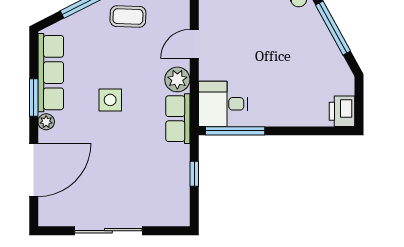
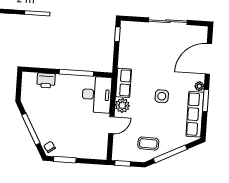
desk: (223, 104) -> (97, 95), width x1.37
printer: (342, 111) -> (46, 80), moved, turned 90
window: (235, 131) -> (76, 73), moved
window: (194, 174) -> (117, 34), moved

